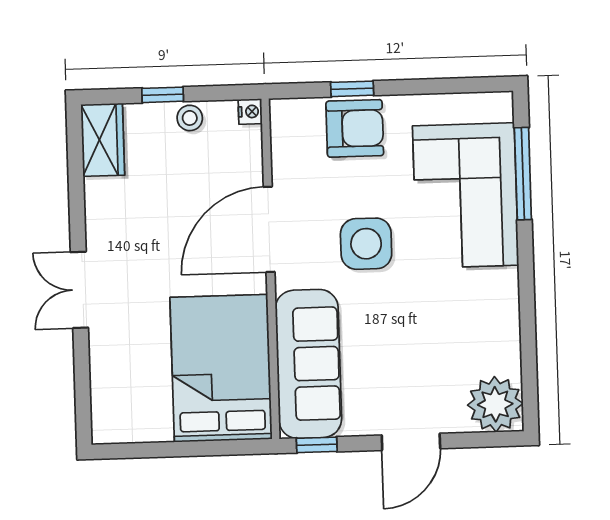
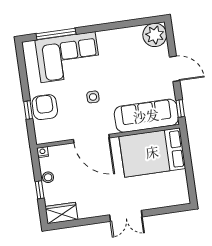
side table: (366, 244) -> (93, 97), width x0.54, depth x0.54

